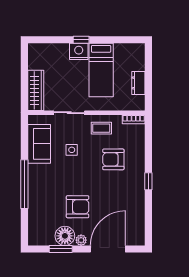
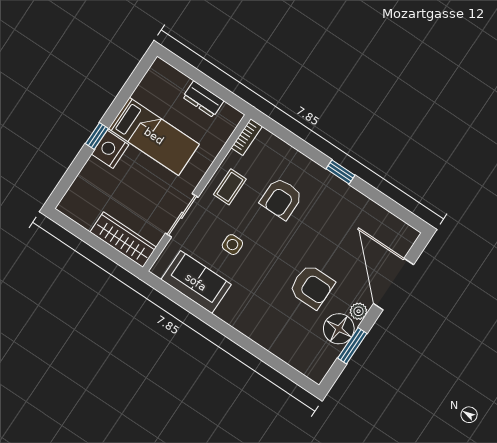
window: (24, 184) -> (236, 336), removed
armchair: (78, 207) -> (312, 287), turned 90

